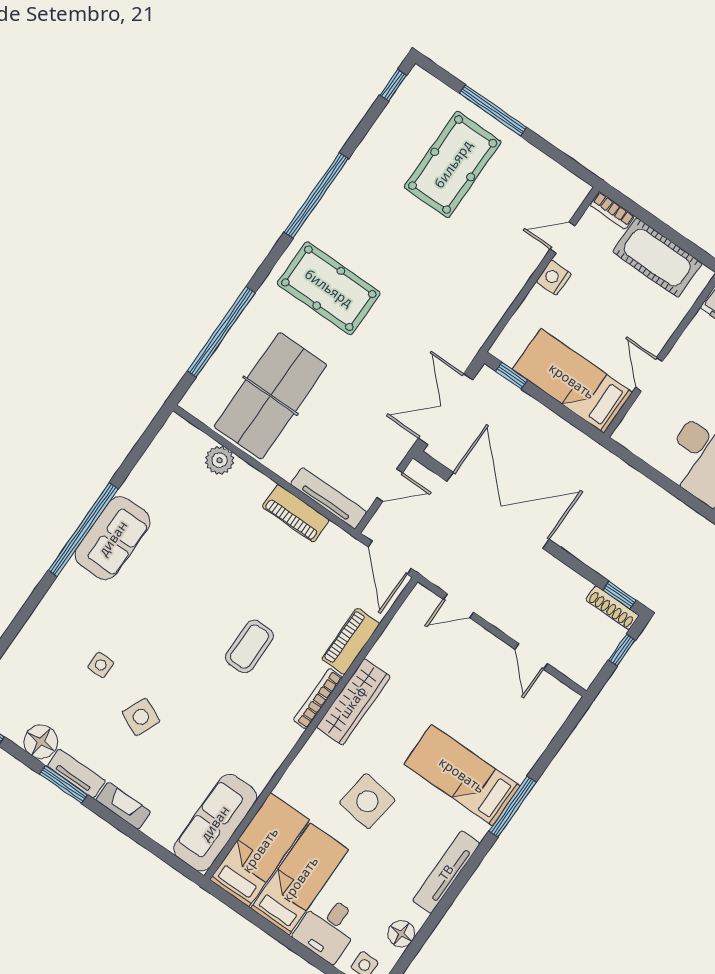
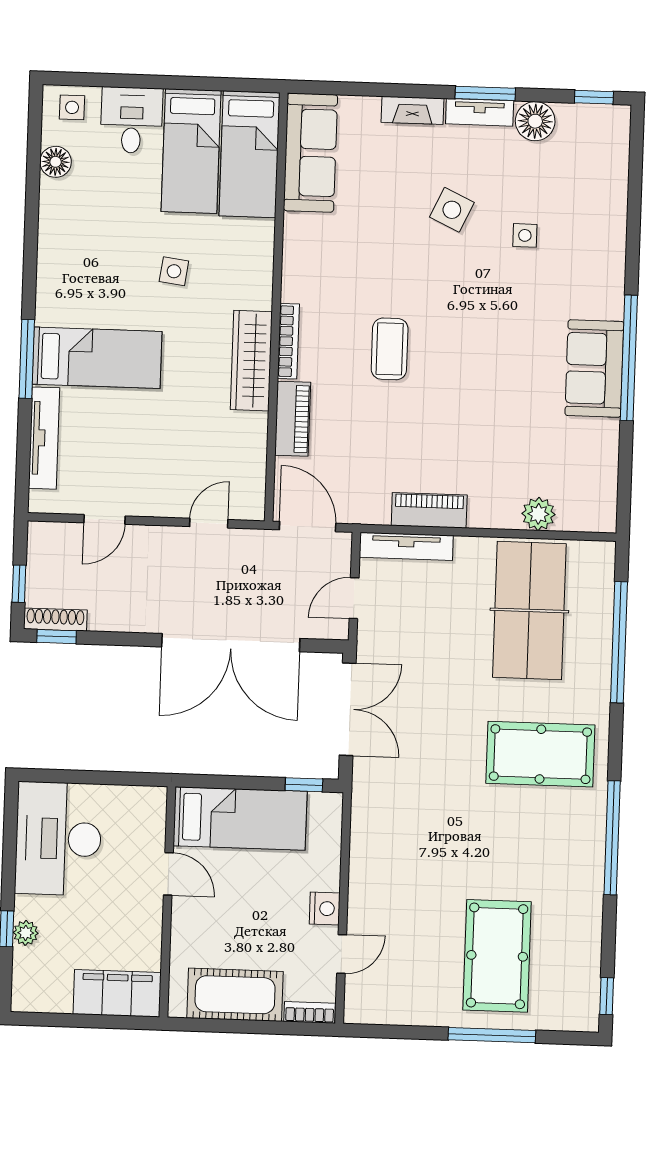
door: (531, 656) -> (104, 519), swing flipped
side table: (367, 801) -> (174, 271), width x0.54, depth x0.54
tv unit: (446, 872) -> (44, 438), moved

